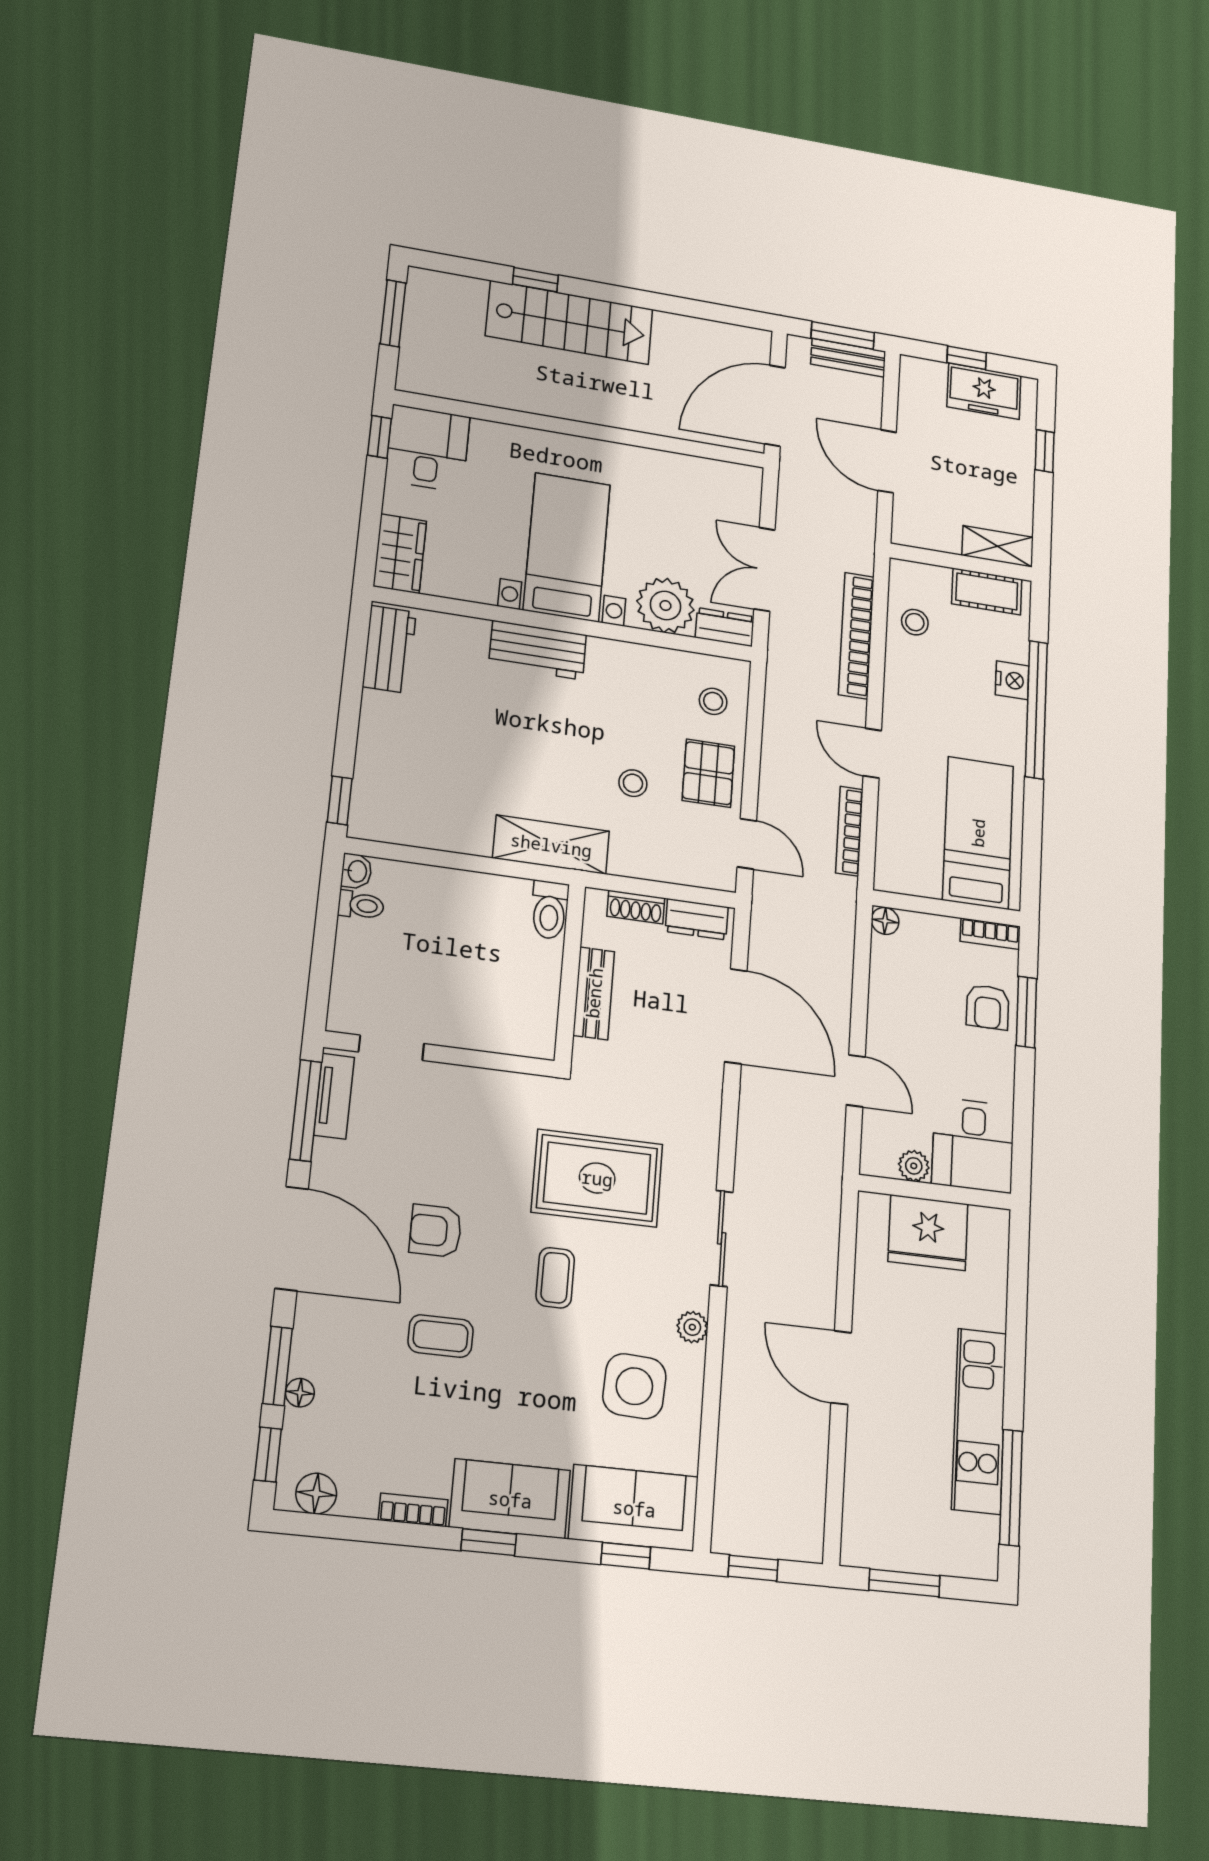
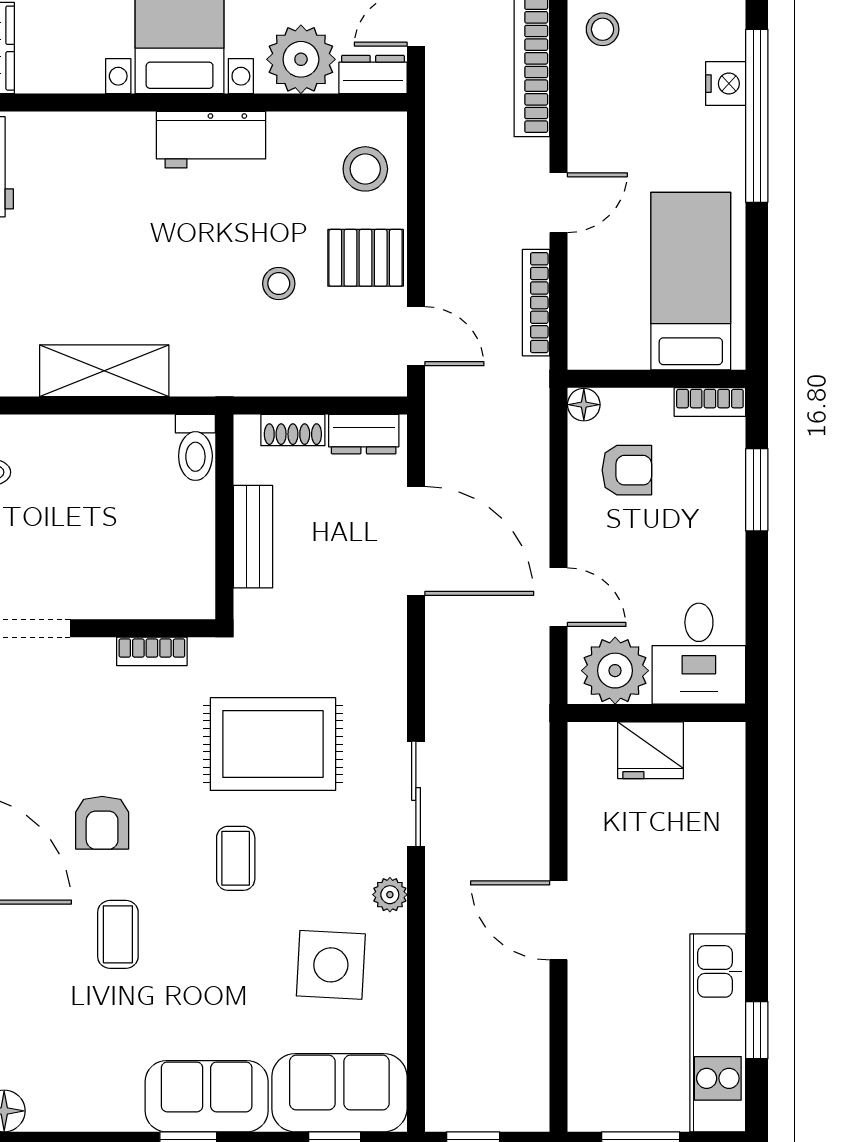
workbench: (538, 650) -> (211, 140), moved
stool: (713, 701) -> (365, 169), width x1.37, depth x1.37
door: (872, 753) -> (559, 203), swing flipped
pallet: (708, 773) -> (366, 258), turned 90
shelving: (551, 845) -> (104, 371), moved
armchair: (988, 1007) -> (627, 470), moved, turned -90
plant: (914, 1166) -> (615, 671), width x1.88, depth x1.88
armchair: (436, 1231) -> (102, 823), turned -90
fridge: (928, 1233) -> (651, 750), width x0.73, depth x0.75
coffee table: (441, 1336) -> (118, 934), turned 90
kitchen unit: (979, 1421) -> (718, 1033), moved
window: (1011, 1488) -> (757, 1030), width x0.46
bookcase: (413, 1510) -> (152, 651), moved, turned 180

